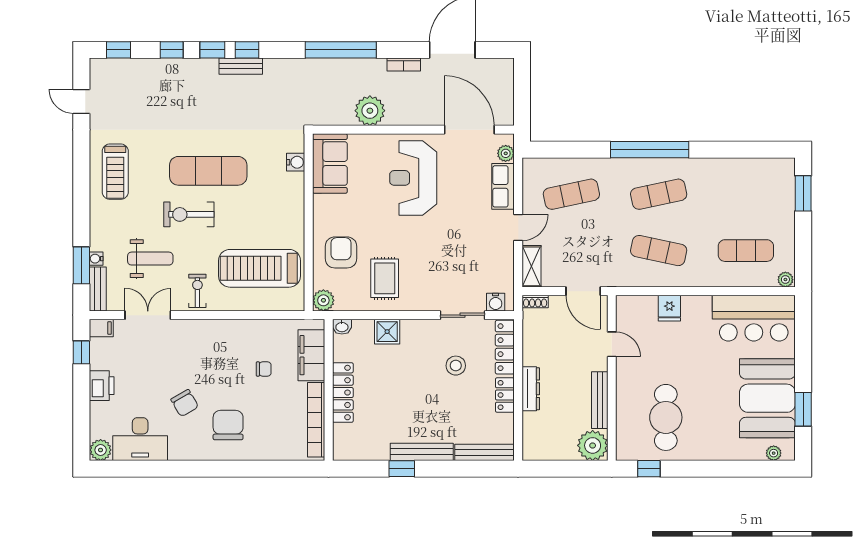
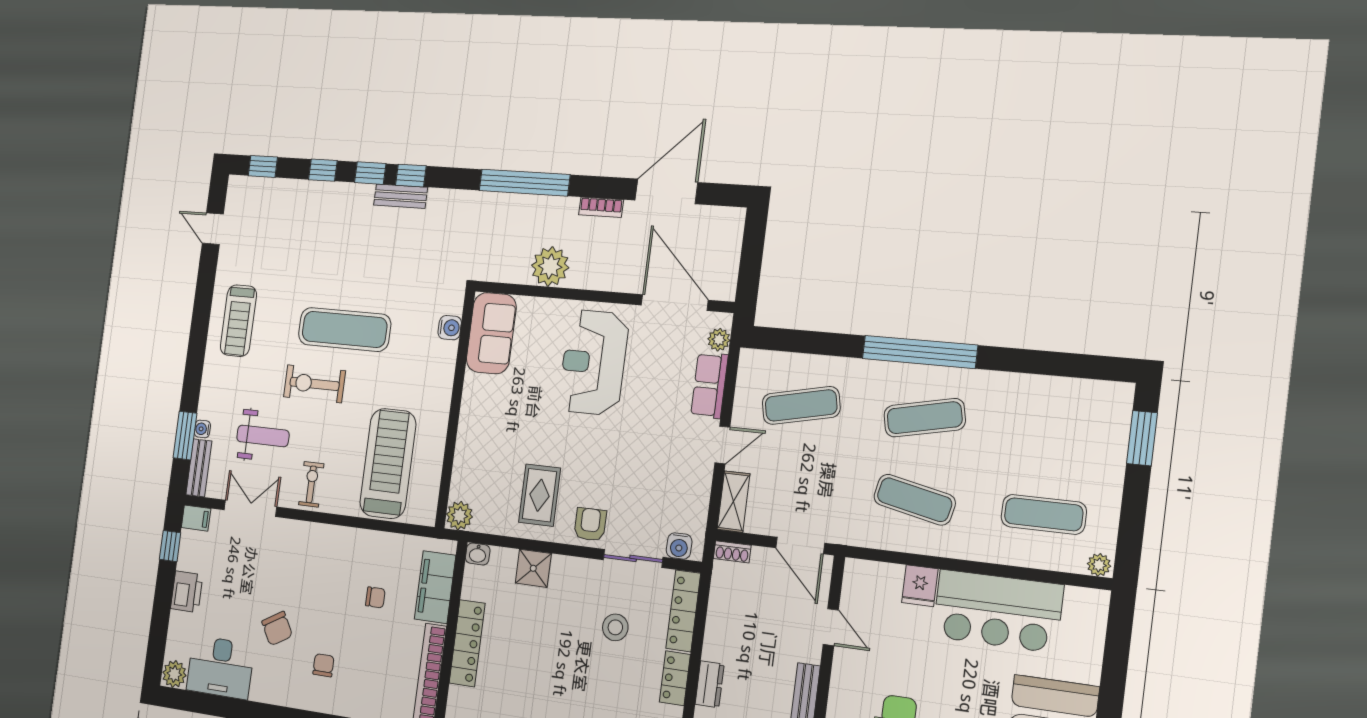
armchair: (341, 252) -> (590, 524), moved, width x0.72, depth x0.72
treadmill: (260, 268) -> (388, 463), turned 90
bar counter: (754, 318) -> (998, 611), moved
dresser: (531, 389) -> (710, 684), width x0.70
chair: (228, 425) -> (323, 665), width x0.54, depth x0.54

